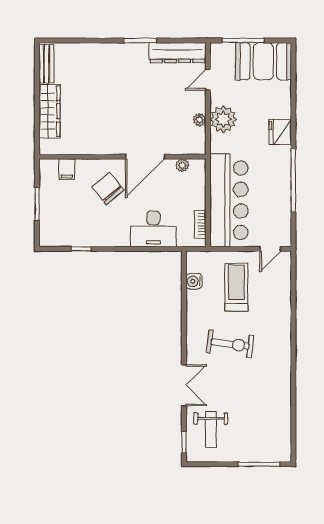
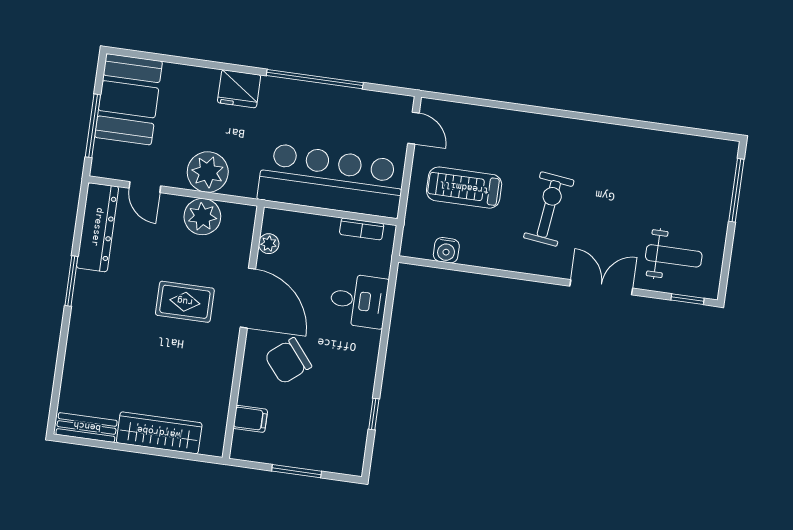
rug: (137, 116) -> (185, 302), added
plant: (199, 120) -> (202, 217), width x1.87, depth x1.87
desk: (153, 229) -> (359, 301), width x0.73

